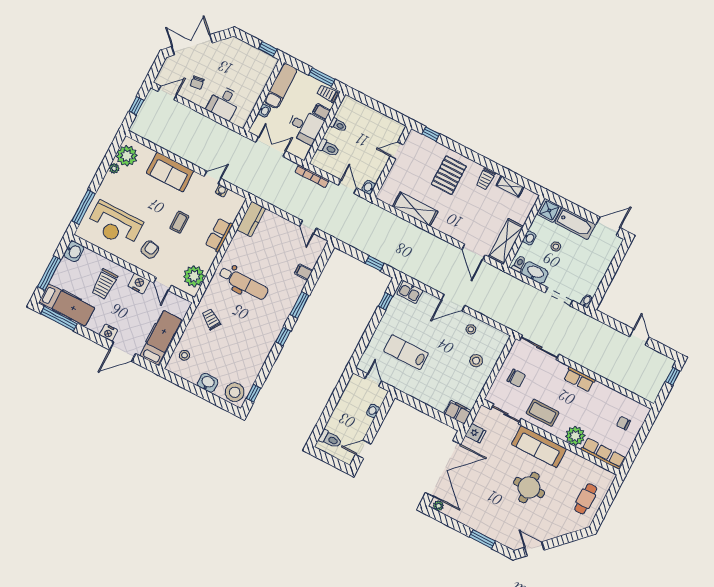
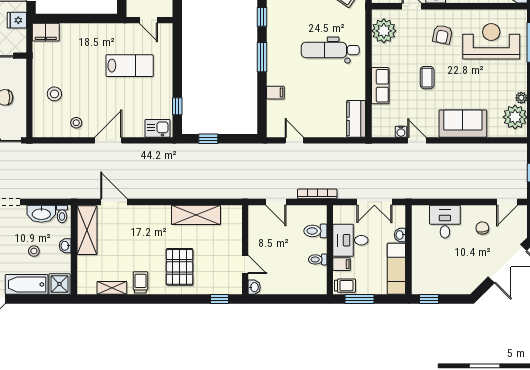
door: (397, 151) -> (245, 264), hinge flipped
door: (213, 177) -> (417, 140), swing flipped
washbasin: (369, 187) -> (254, 287), moved

